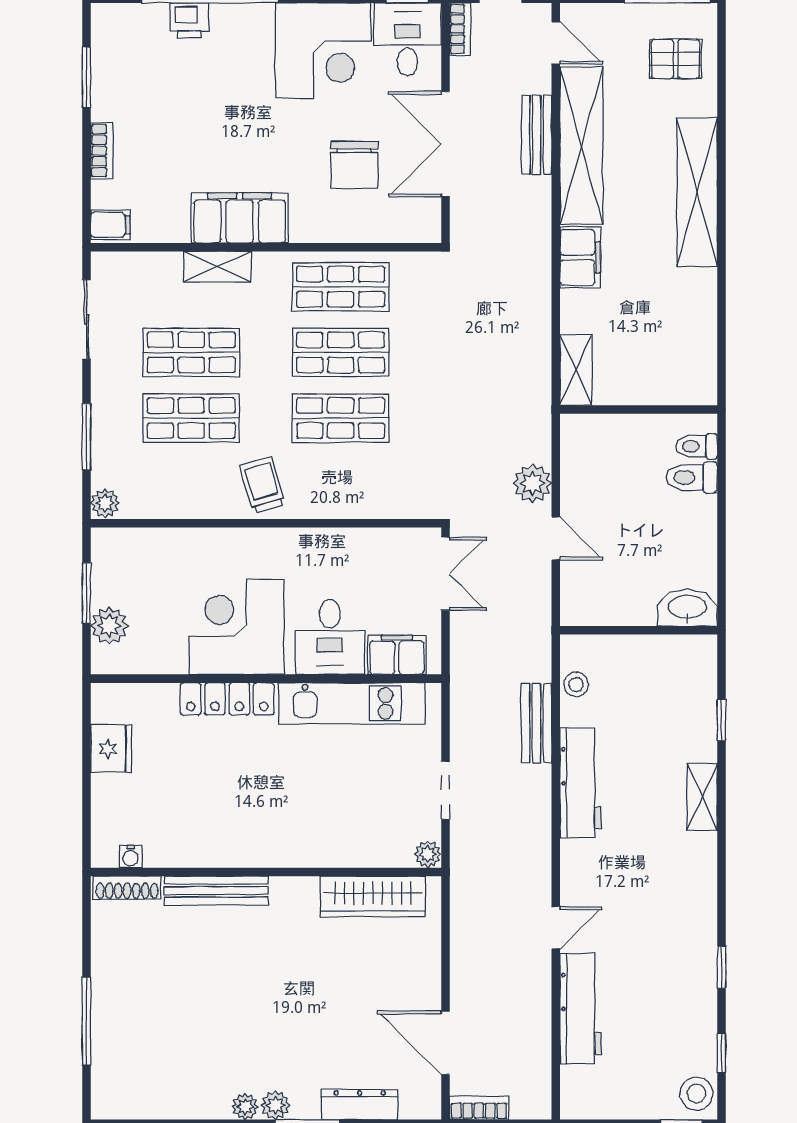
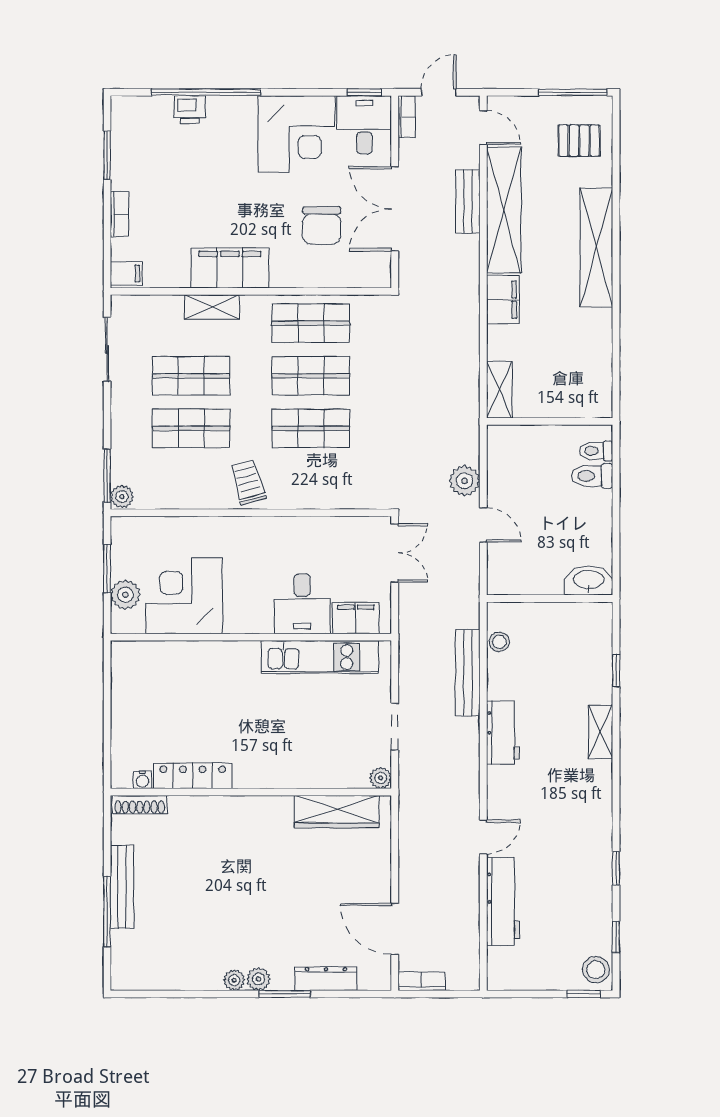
window: (86, 437) -> (107, 476), moved
corner desk: (236, 627) -> (184, 596), moved
locker: (227, 699) -> (193, 776), moved, turned 180
bench: (537, 723) -> (468, 673), width x1.36
fridge: (111, 749) -> (127, 693), removed
workbench: (581, 783) -> (503, 733), width x0.73
bench: (216, 891) -> (122, 887), moved, turned 90

